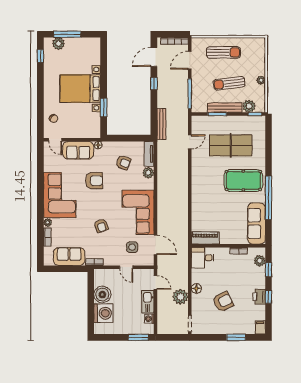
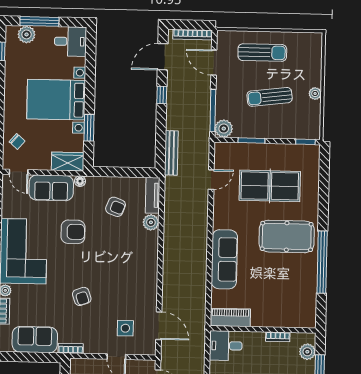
desk: (89, 48) -> (70, 41), added
door: (190, 60) -> (214, 63), hinge flipped
plant: (249, 106) -> (224, 129), moved
bench: (225, 108) -> (263, 132), removed
wardrobe: (89, 132) -> (68, 162), added
corner sofa: (138, 212) -> (135, 279), removed
sofa: (256, 223) -> (224, 259), moved, turned 180

